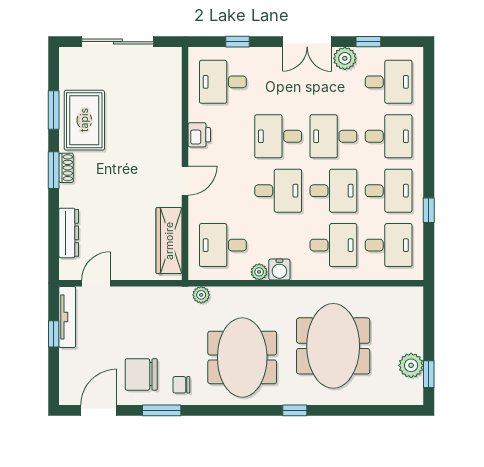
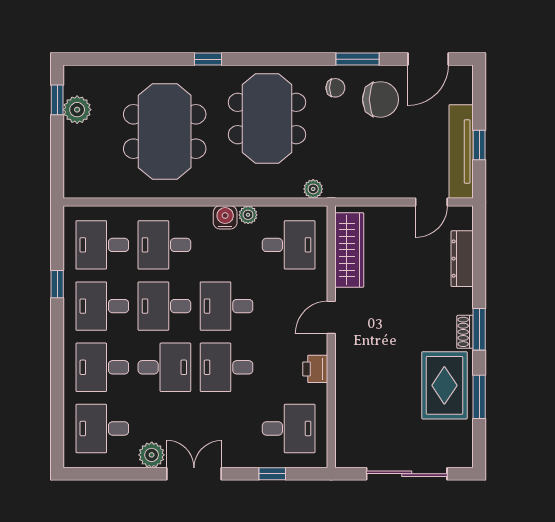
window: (368, 42) -> (125, 474), removed
desk: (278, 136) -> (227, 367), turned 180
tv unit: (67, 317) -> (461, 151), width x1.36, depth x1.29

